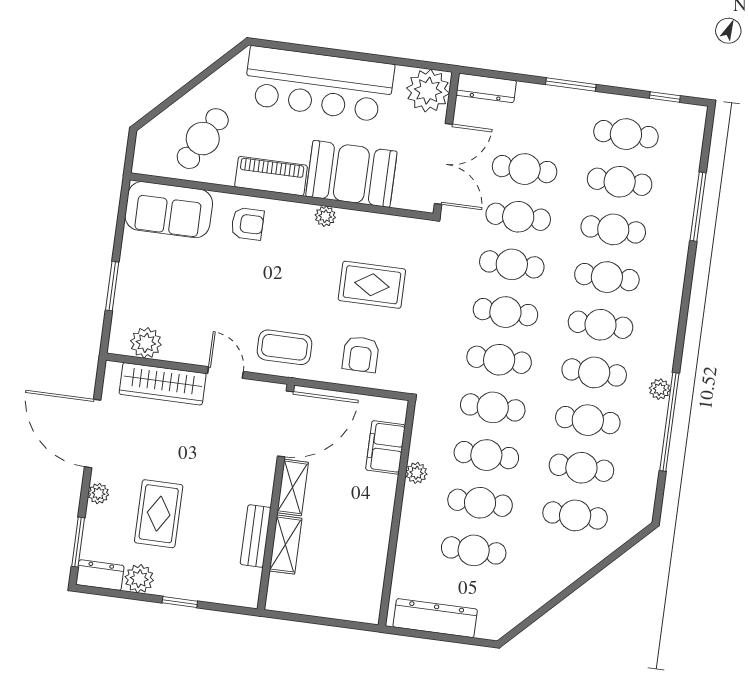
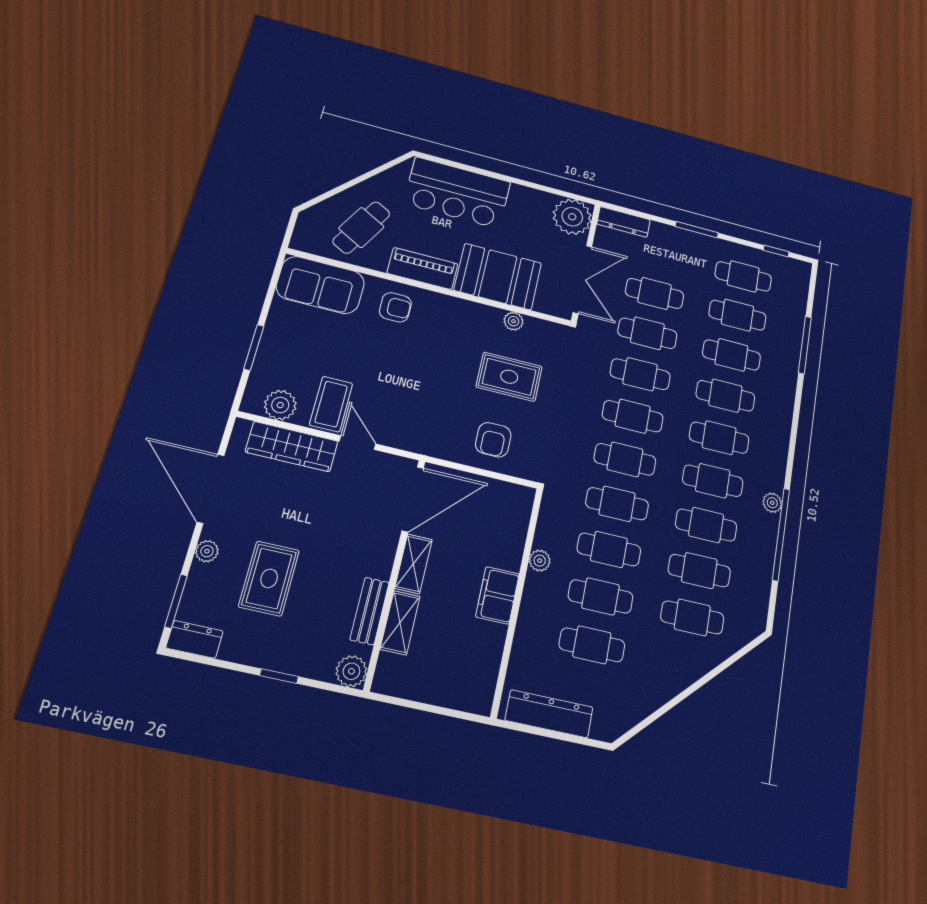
bar counter: (319, 84) -> (457, 193), width x0.73
plant: (325, 216) -> (514, 321), moved
coffee table: (284, 347) -> (331, 404), moved, turned 90
filing cabinet: (385, 447) -> (497, 595), moved
plant: (139, 579) -> (351, 671), moved

